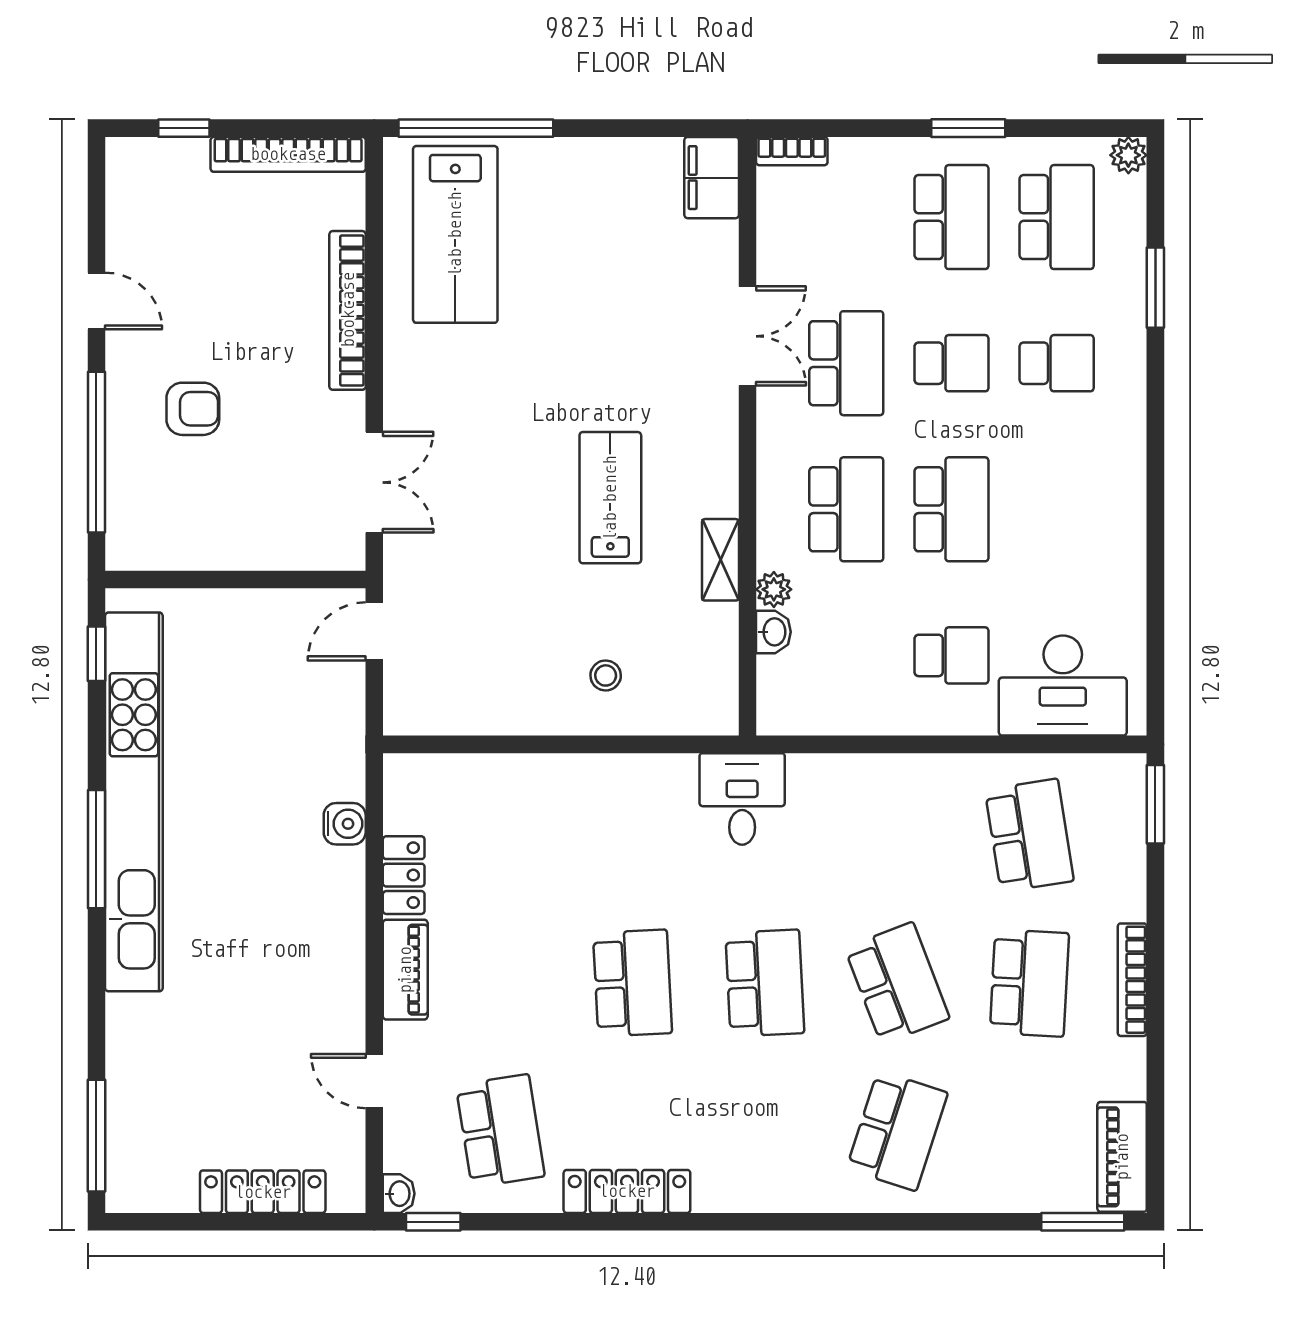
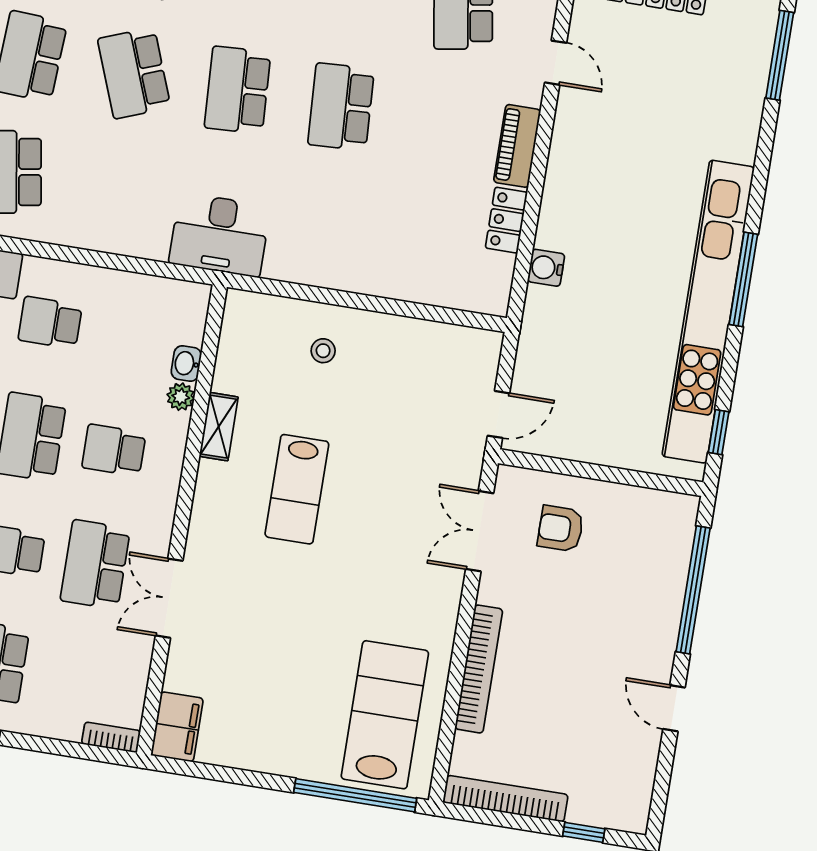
armchair: (193, 409) -> (561, 529), moved
school desk: (846, 509) -> (114, 450), width x0.54
desk: (742, 799) -> (220, 235), width x1.37

